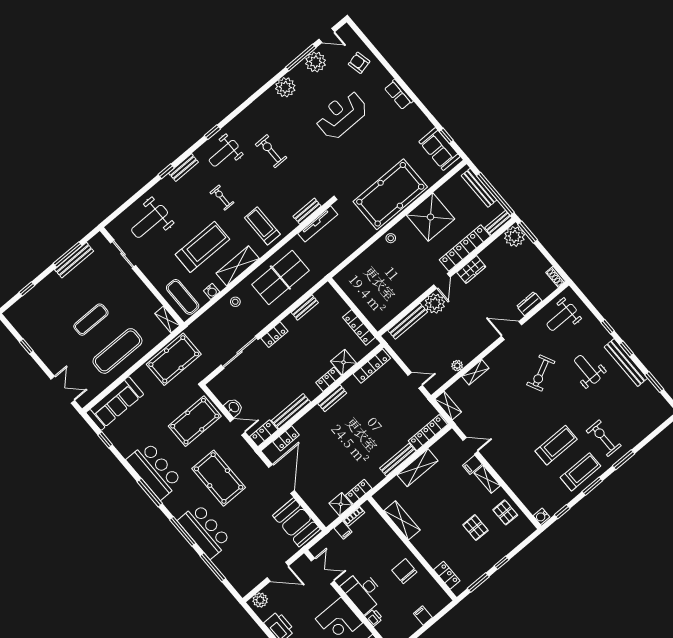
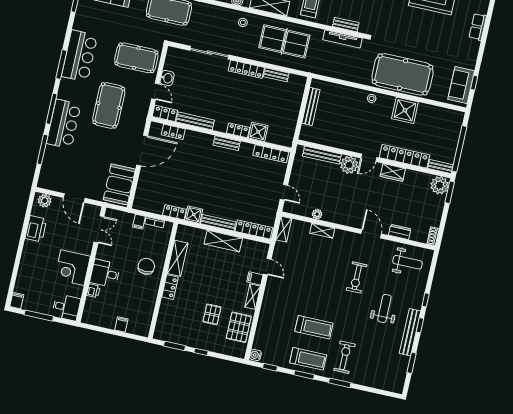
bench: (479, 188) -> (311, 106), moved
shower: (430, 217) -> (405, 110), width x0.73, depth x0.73
weight bench: (562, 317) -> (408, 262), turned 180
locker: (359, 327) -> (291, 124), removed
locker: (274, 335) -> (246, 69), width x1.53
exercise bike: (541, 373) -> (357, 277), turned -64
shower: (341, 504) -> (194, 215), moved
pallet: (505, 512) -> (239, 327), width x1.50, depth x1.42
chair: (404, 571) -> (146, 266), moved
locker: (447, 575) -> (170, 287), moved
desk: (363, 592) -> (105, 273), width x0.73

